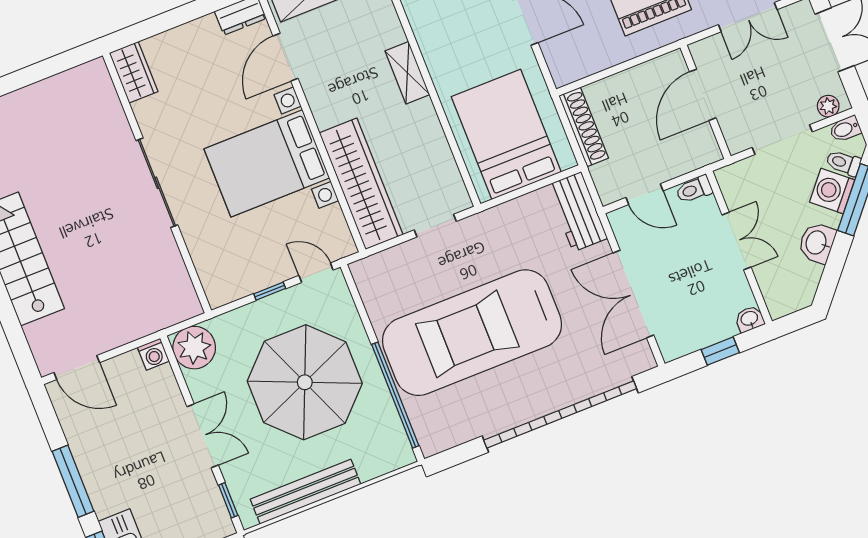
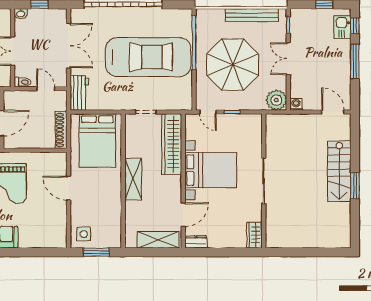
shelving: (407, 73) -> (133, 179), width x1.50, depth x1.33

